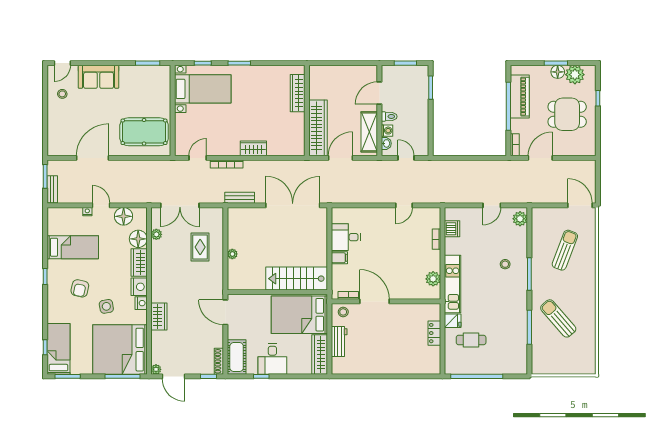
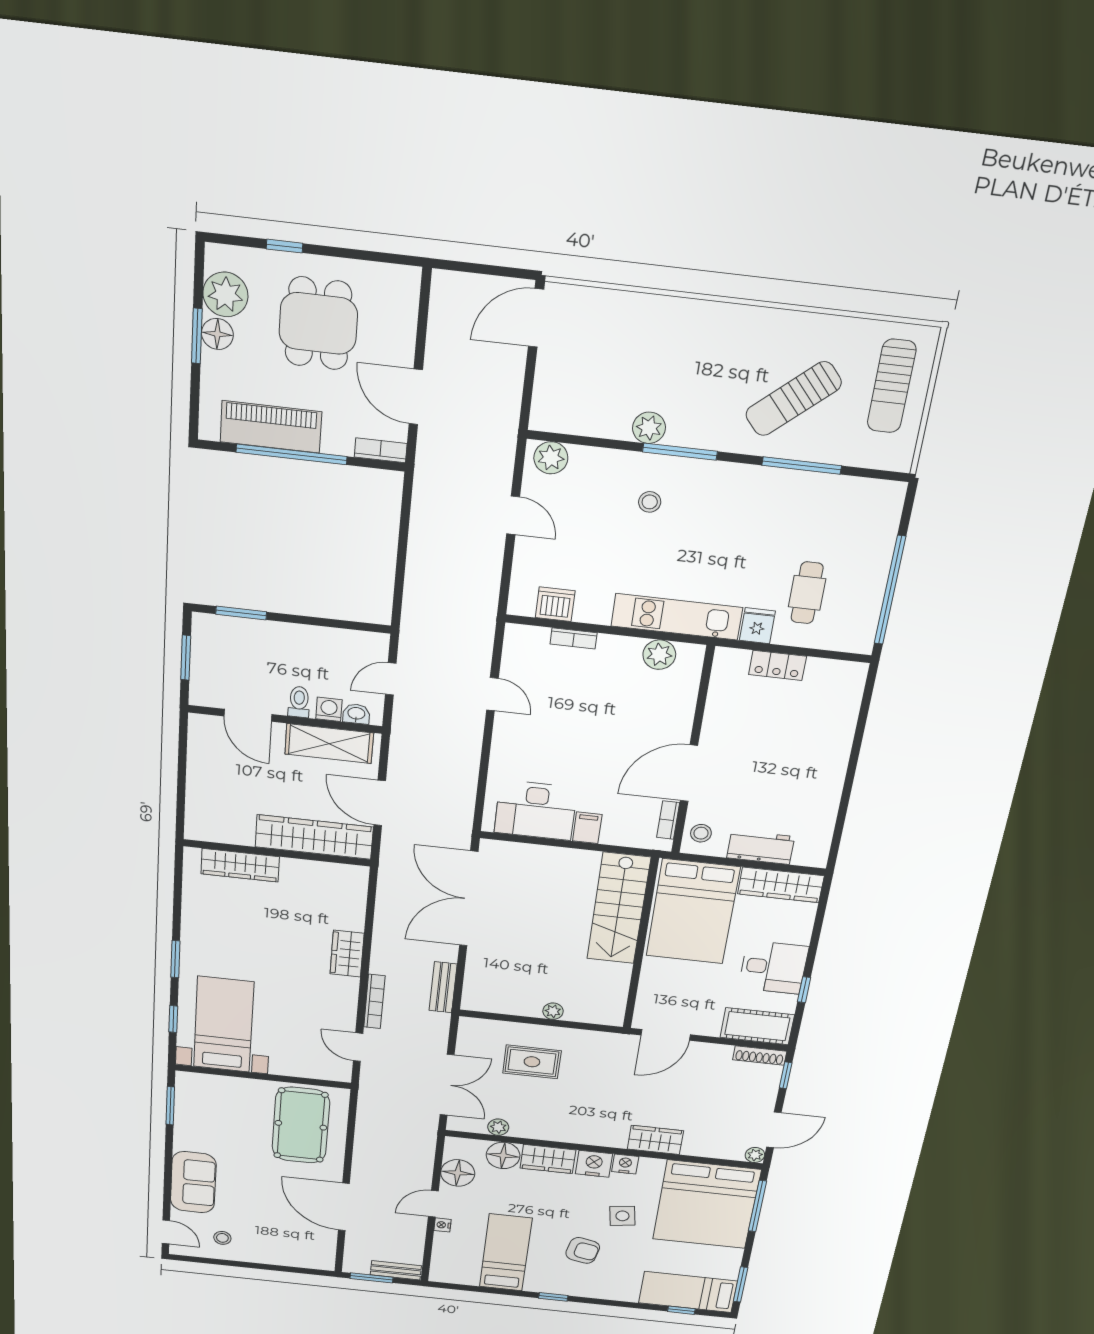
desk: (346, 237) -> (536, 810), width x1.37
sun lounger: (565, 250) -> (892, 386), moved, turned -111
plant: (538, 259) -> (649, 428), added

